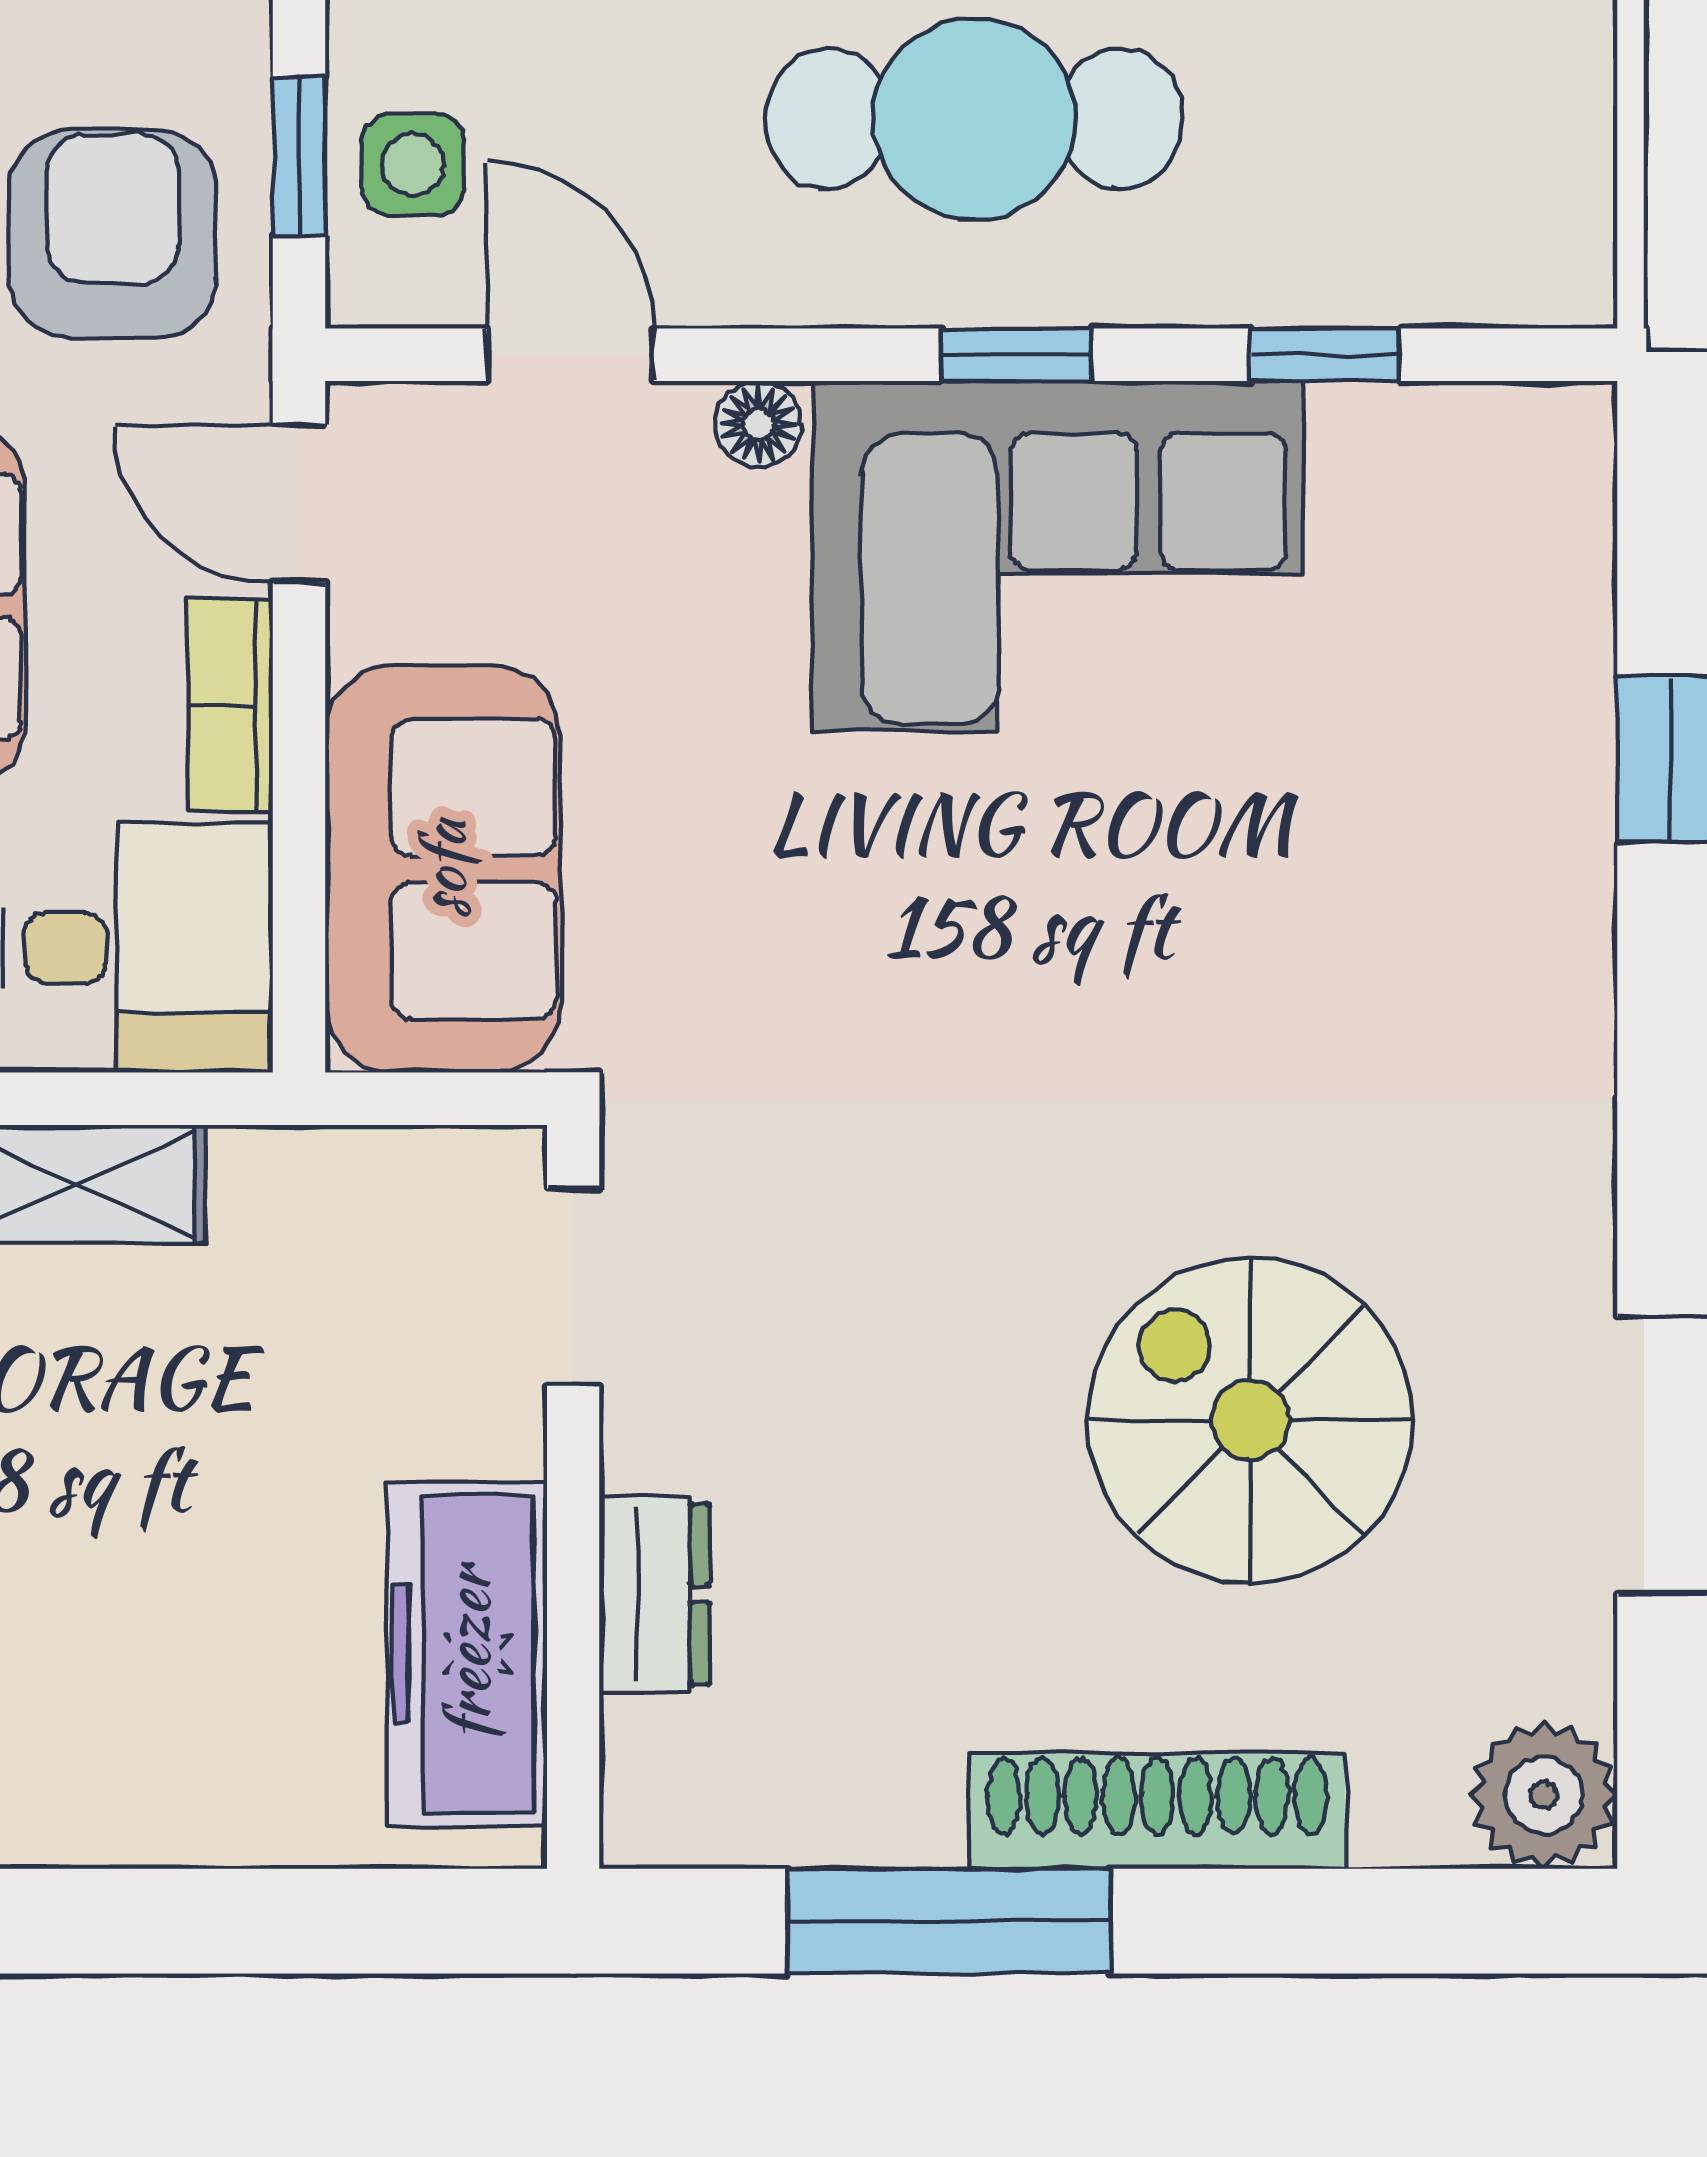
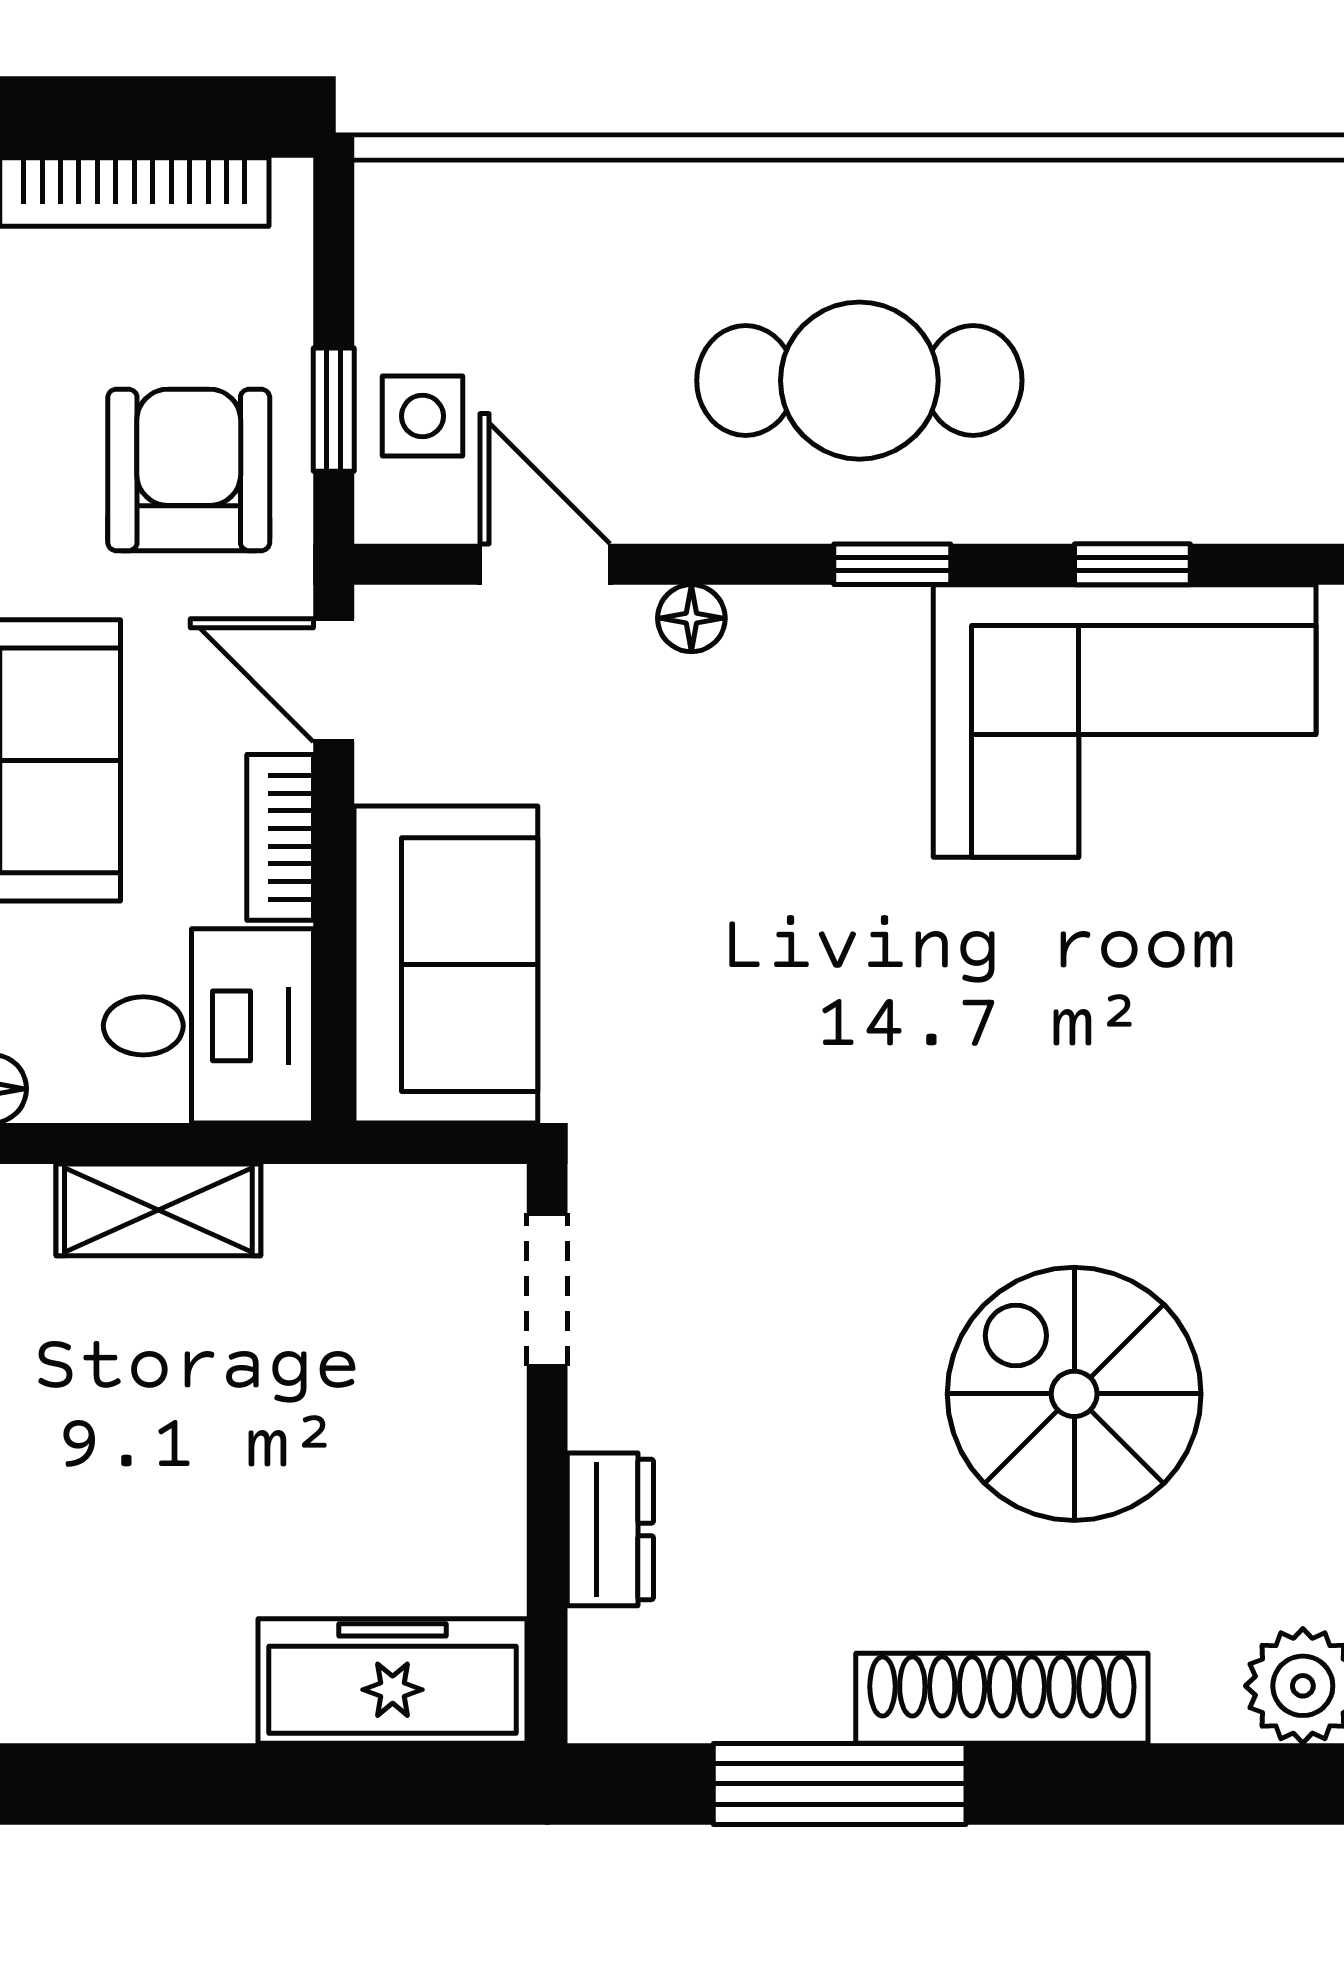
corner sofa: (1058, 556) -> (1125, 721), moved
freezer: (467, 1654) -> (393, 1681), moved, turned 90

